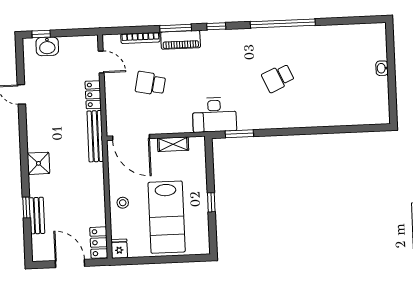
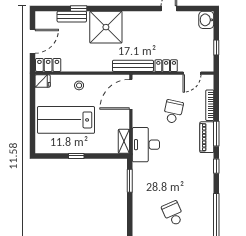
window: (41, 34) -> (216, 47), moved
washbasin: (47, 46) -> (206, 20), moved
desk: (214, 115) -> (146, 145), moved
shelving: (173, 144) -> (124, 141), moved
shower: (38, 163) -> (106, 27), width x1.86, depth x1.86

